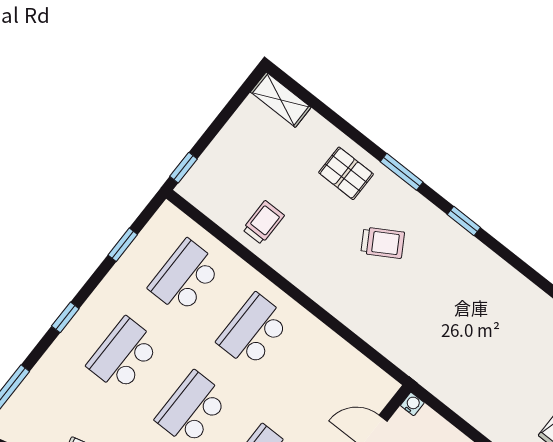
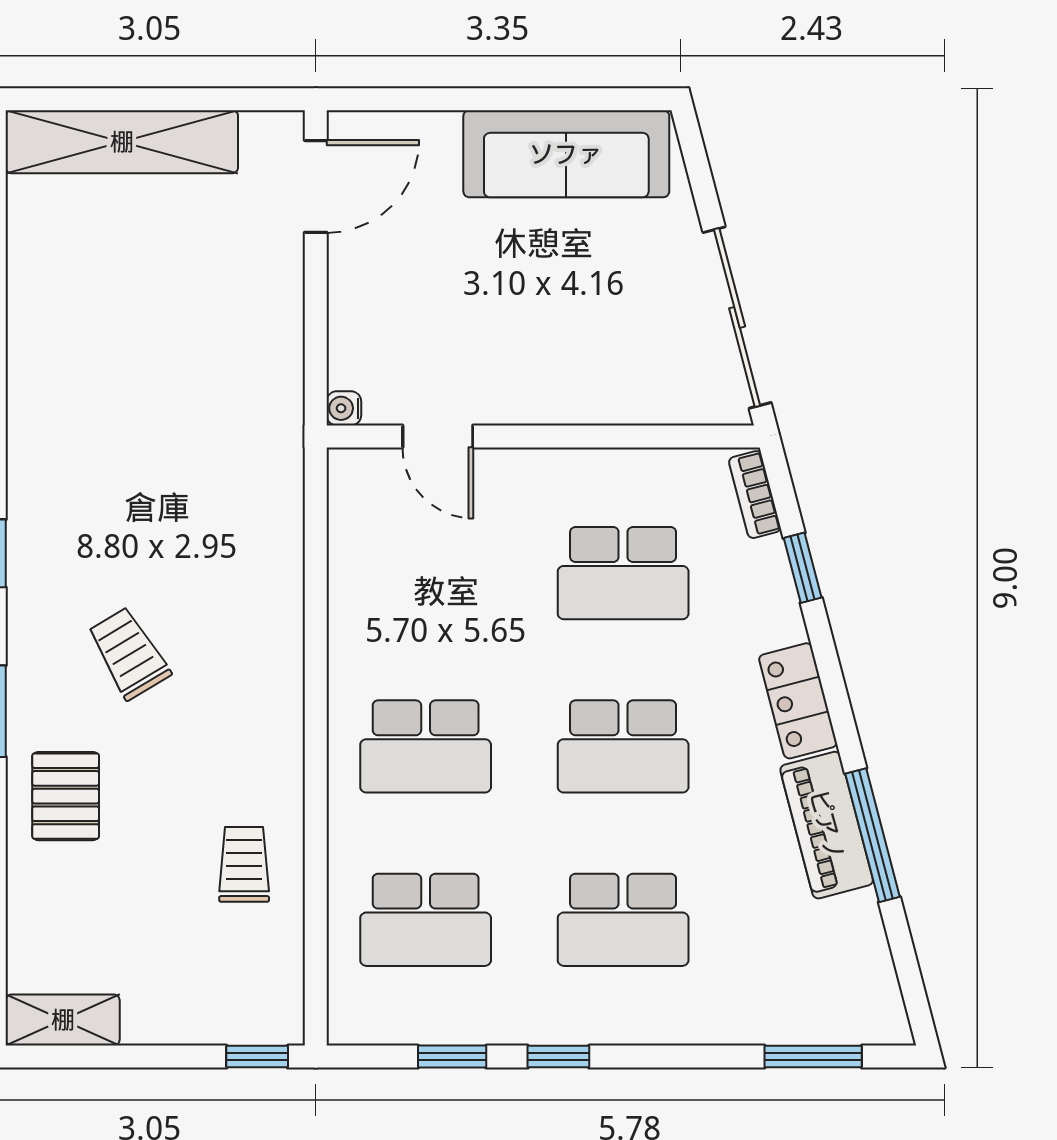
shelving: (281, 100) -> (63, 1020), moved, turned 90
trolley: (263, 222) -> (244, 864), turned 90
window: (65, 317) -> (558, 1057), moved

